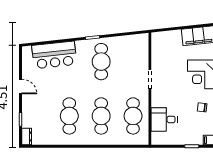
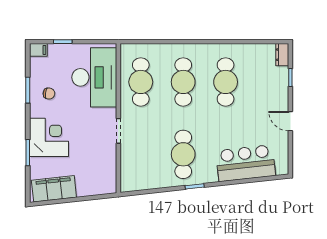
desk: (164, 119) -> (94, 77), width x1.87, depth x1.30

